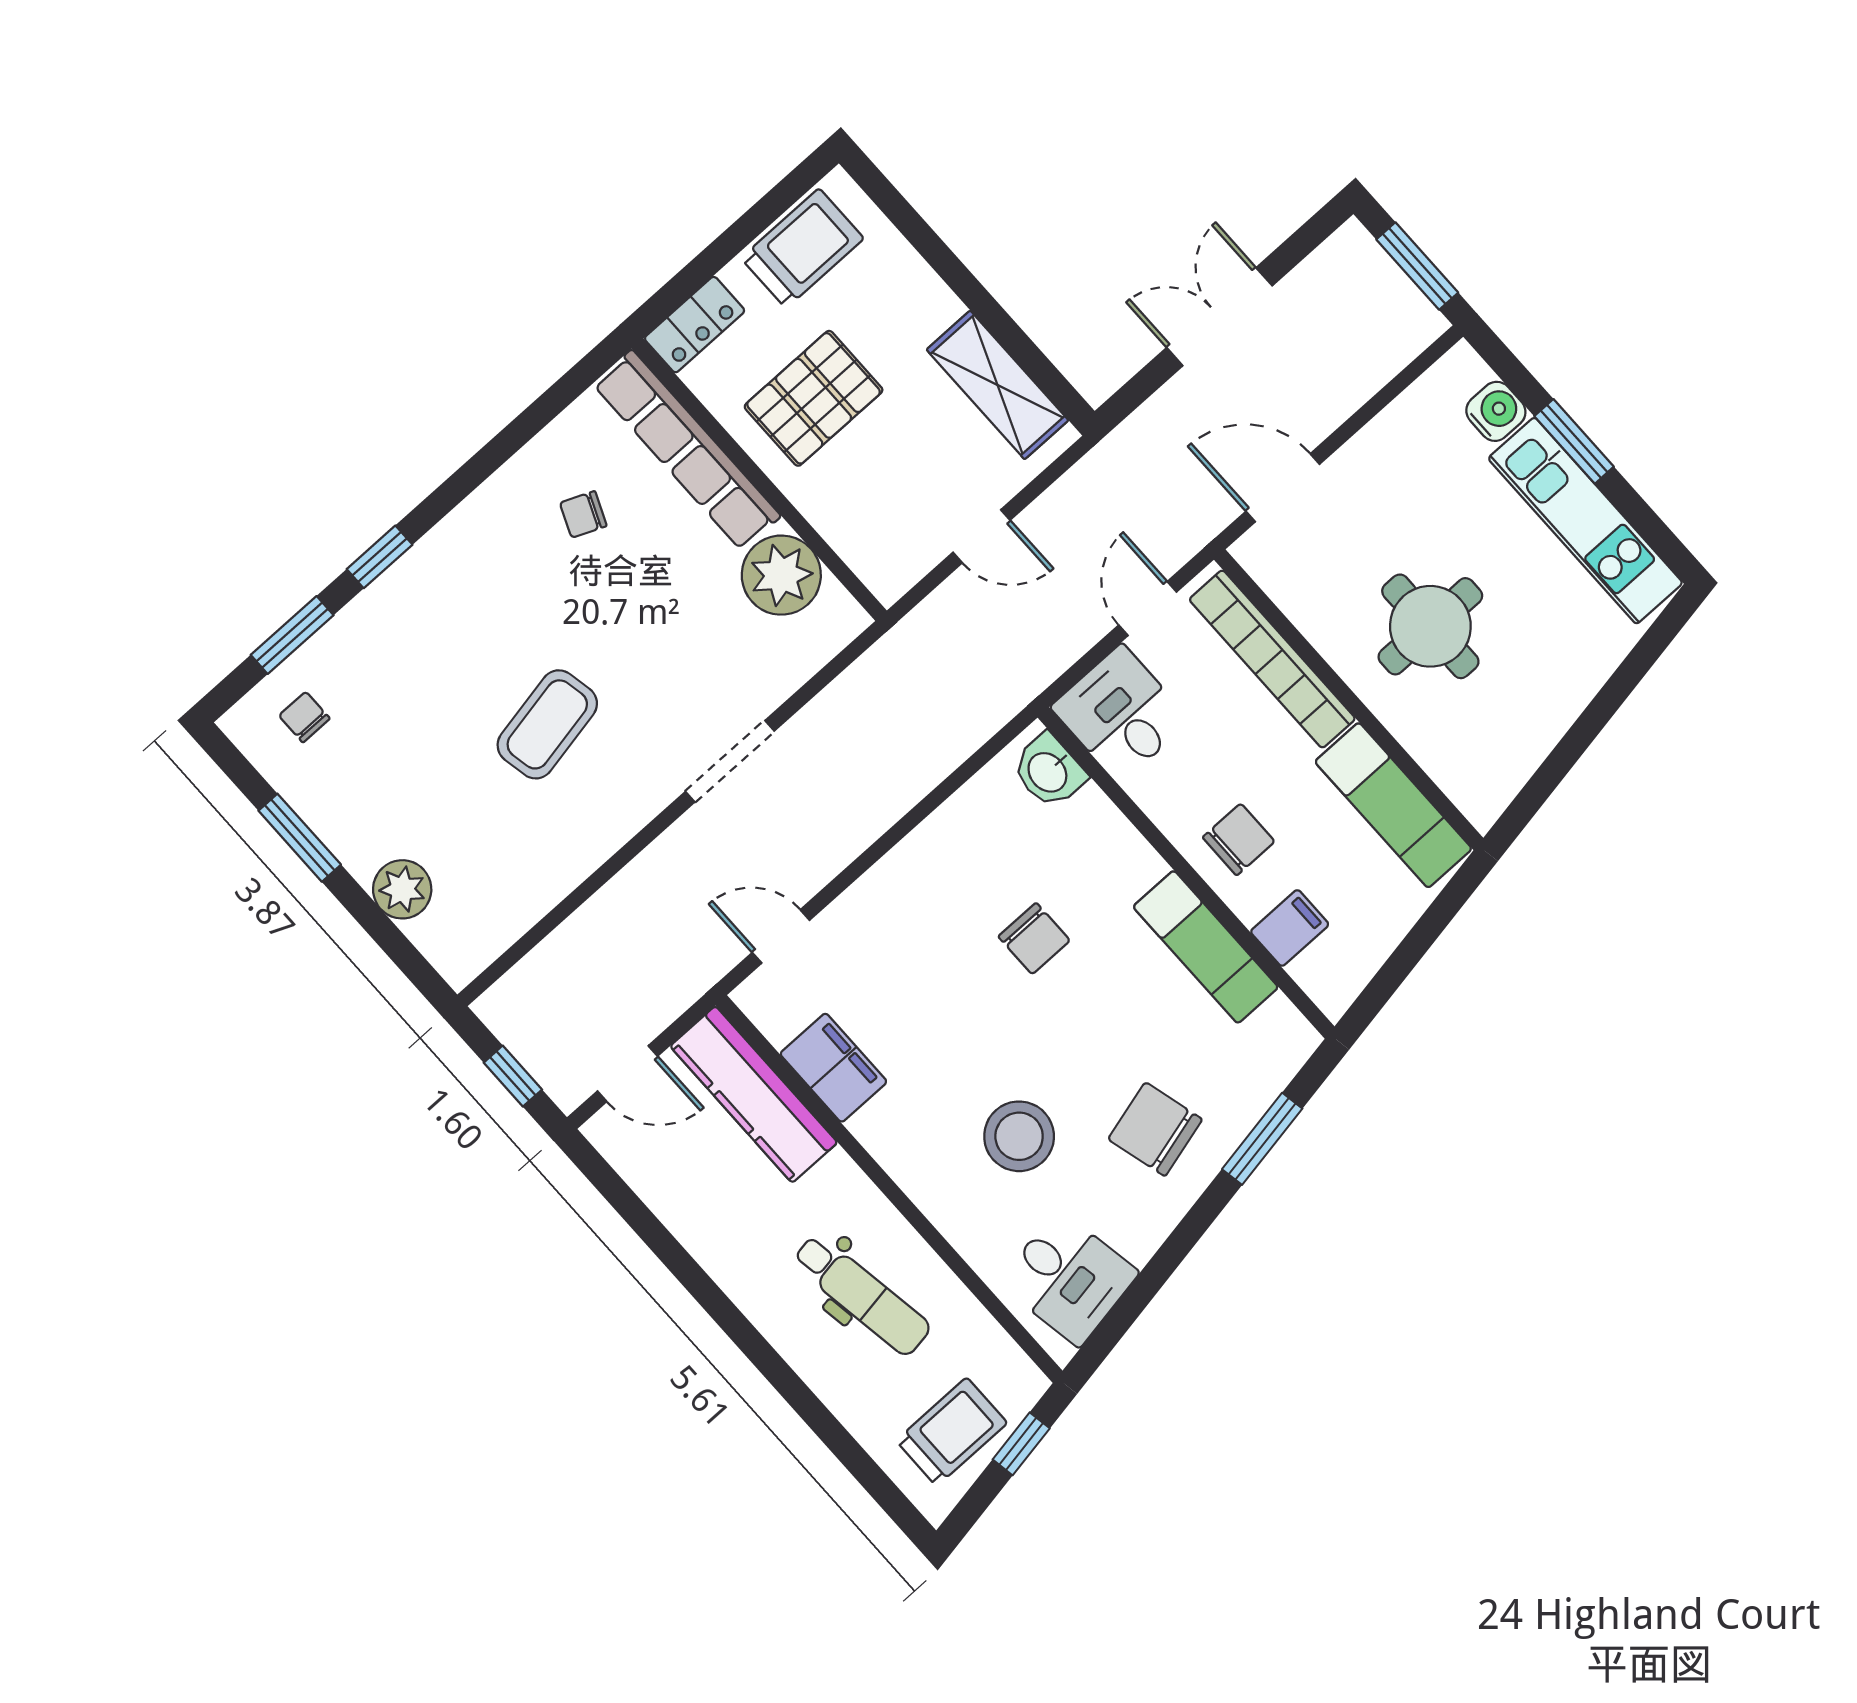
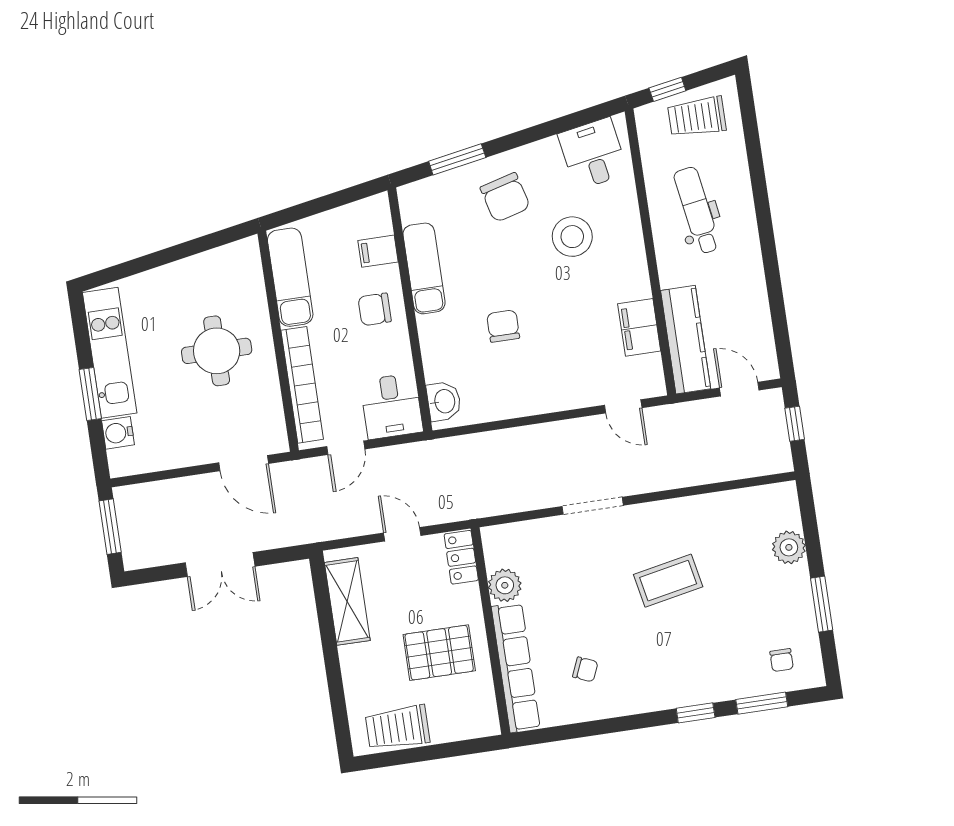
locker: (695, 325) -> (461, 557), moved, turned -90
plant: (781, 575) -> (505, 585), width x0.73, depth x0.73

